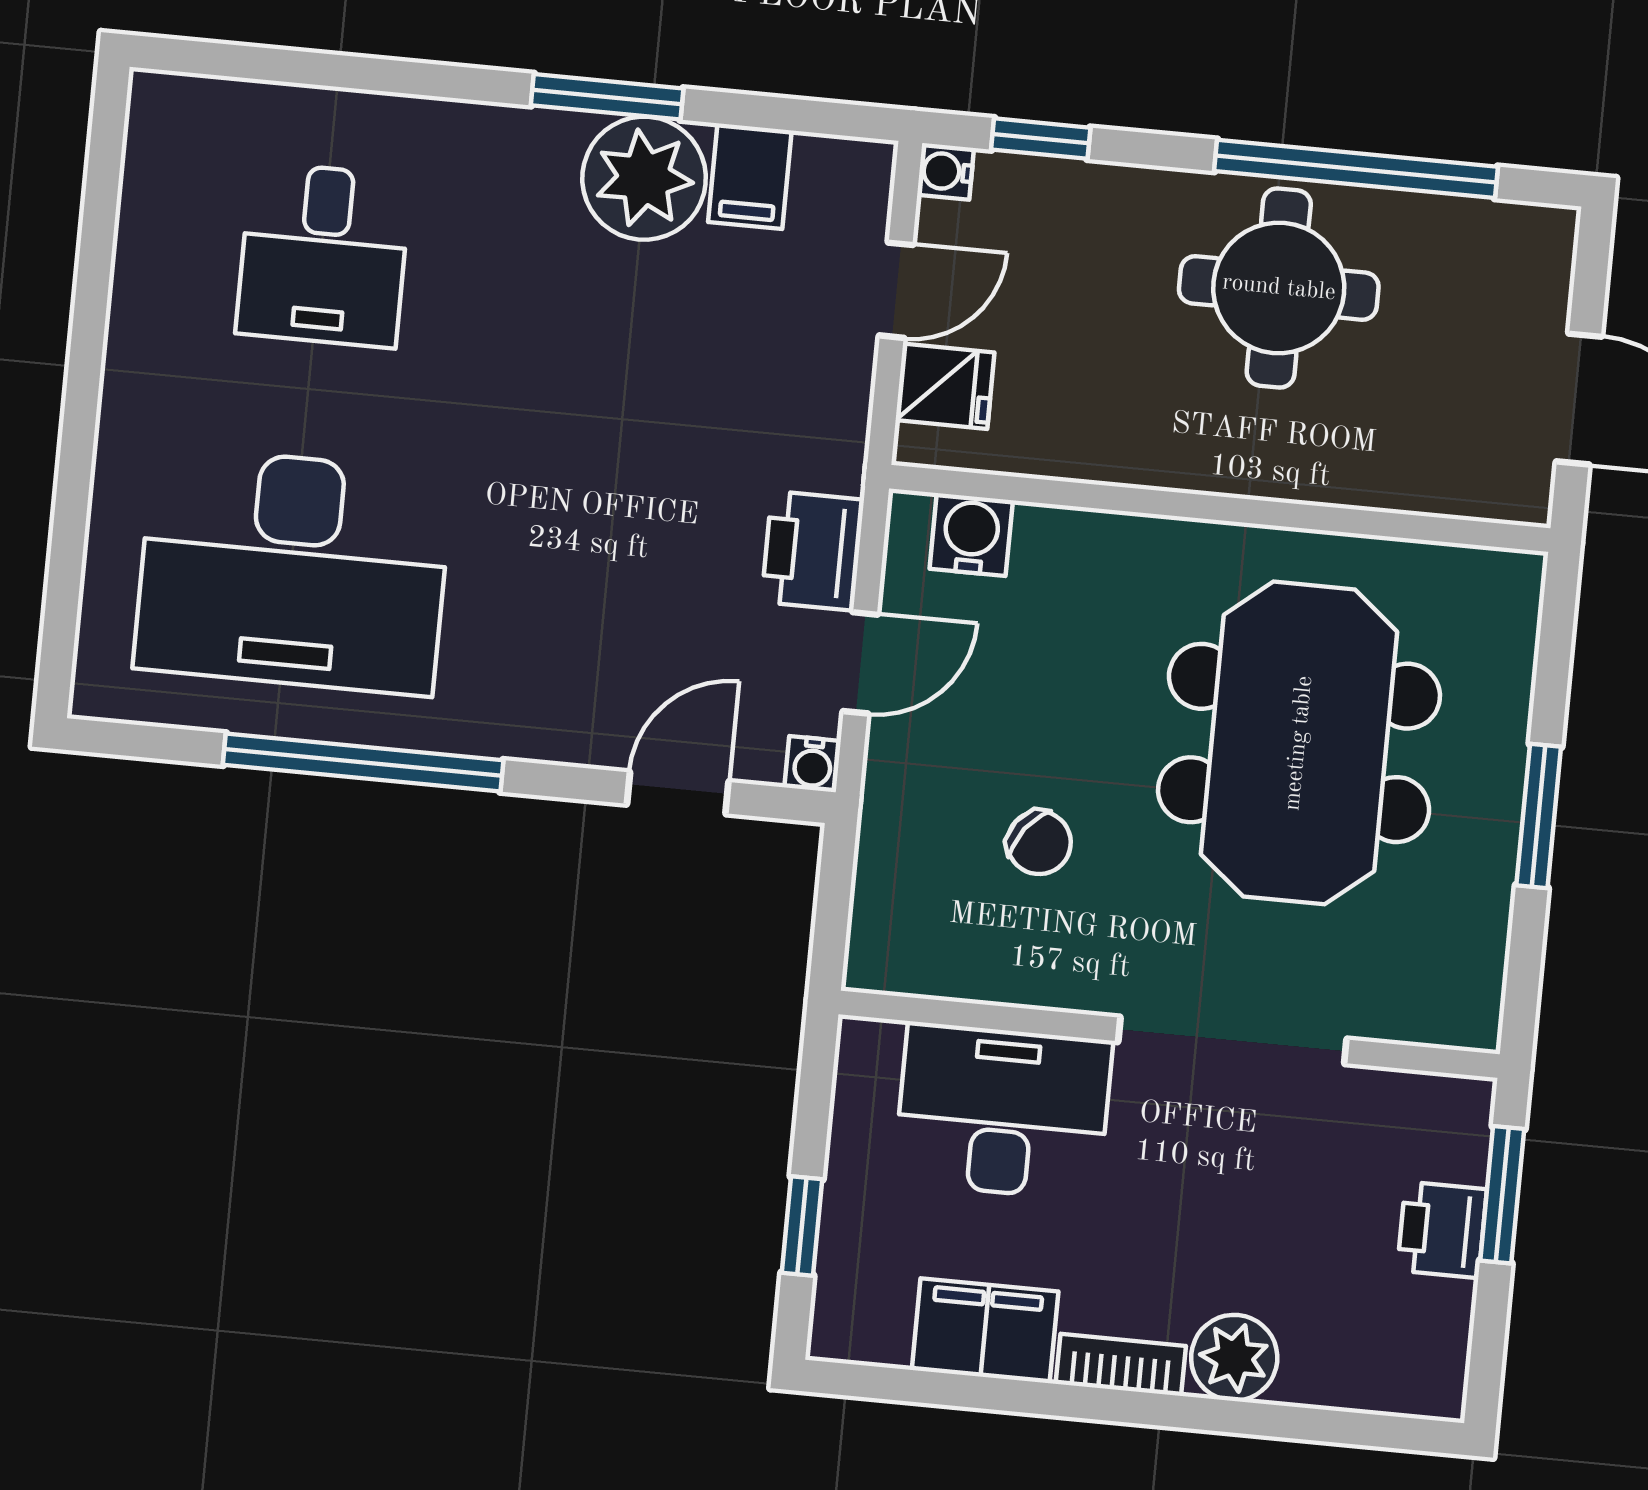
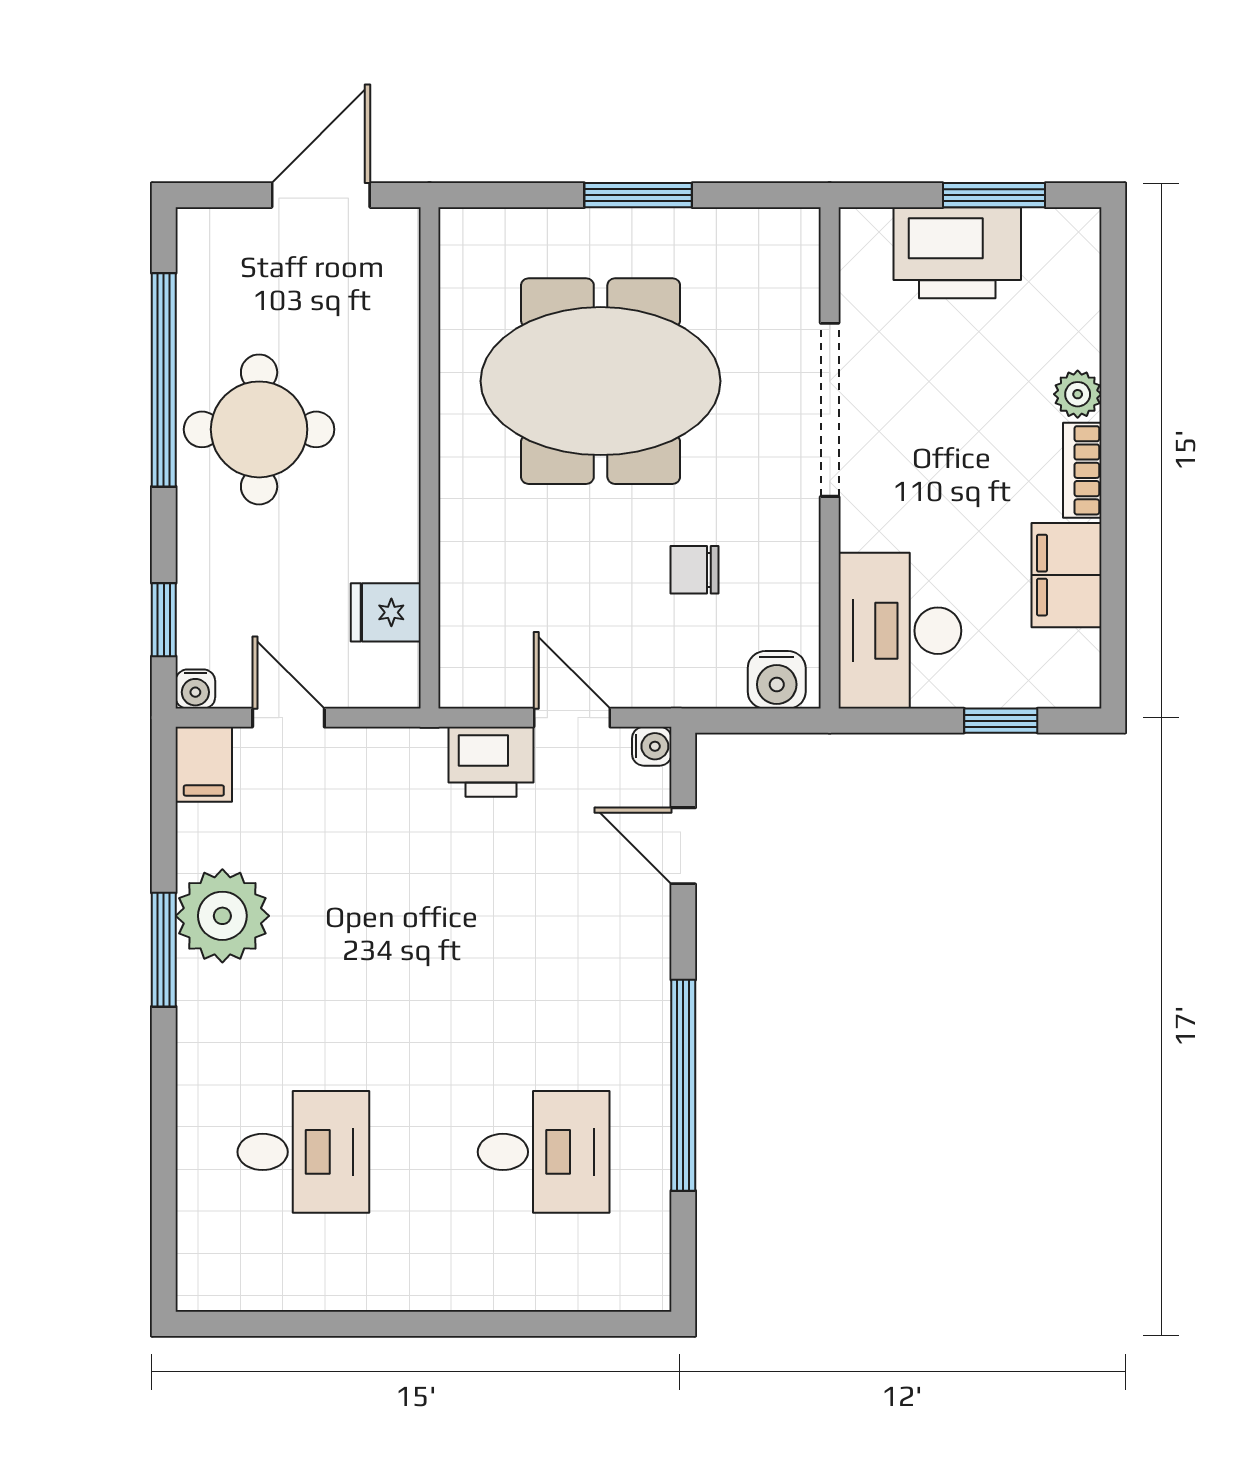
filing cabinet: (750, 176) -> (204, 764), moved, turned 90
fridge: (945, 386) -> (386, 612), moved, turned -90
water cooler: (971, 535) -> (777, 680), moved, turned -90
desk: (293, 571) -> (544, 1152), width x0.53, depth x0.77
chair: (1039, 843) -> (695, 570), turned -127
desk: (1003, 1111) -> (900, 631), moved
window: (1502, 1195) -> (994, 195), moved
printer: (1442, 1230) -> (957, 253), width x1.87, depth x1.48
plant: (1234, 1358) -> (1078, 394), width x0.73, depth x0.73

